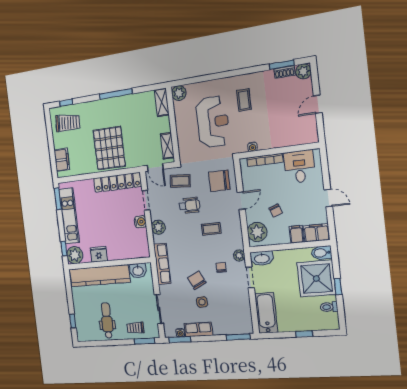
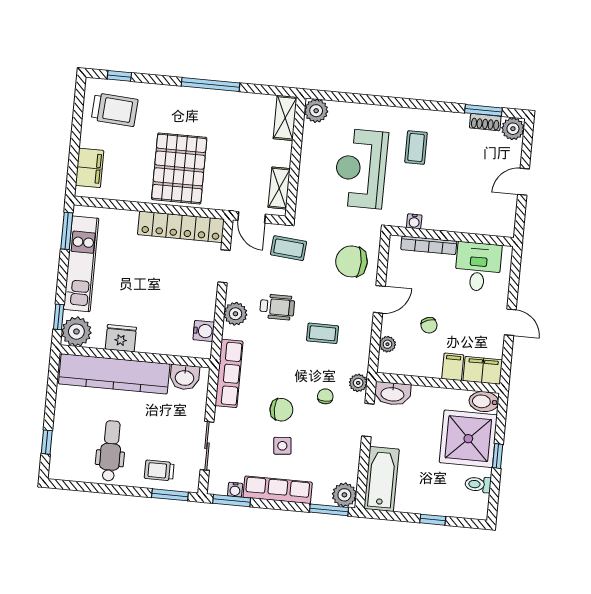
reception desk: (213, 122) -> (361, 169), turned 180
wheelchair: (189, 205) -> (277, 307), moved
water cooler: (140, 222) -> (204, 331), moved
plant: (257, 232) -> (387, 344), width x0.53, depth x0.53
chair: (197, 280) -> (281, 410), turned 116
plant: (245, 326) -> (344, 495), added
row of seats: (198, 329) -> (278, 490), width x1.48

